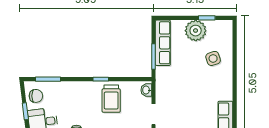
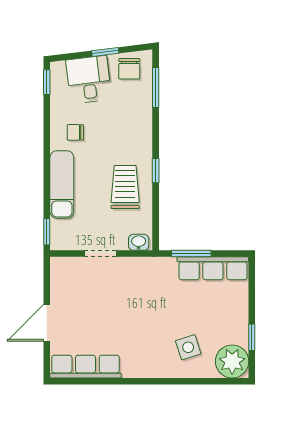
plant: (196, 31) -> (232, 361), moved
trolley: (111, 99) -> (125, 187), turned 90

